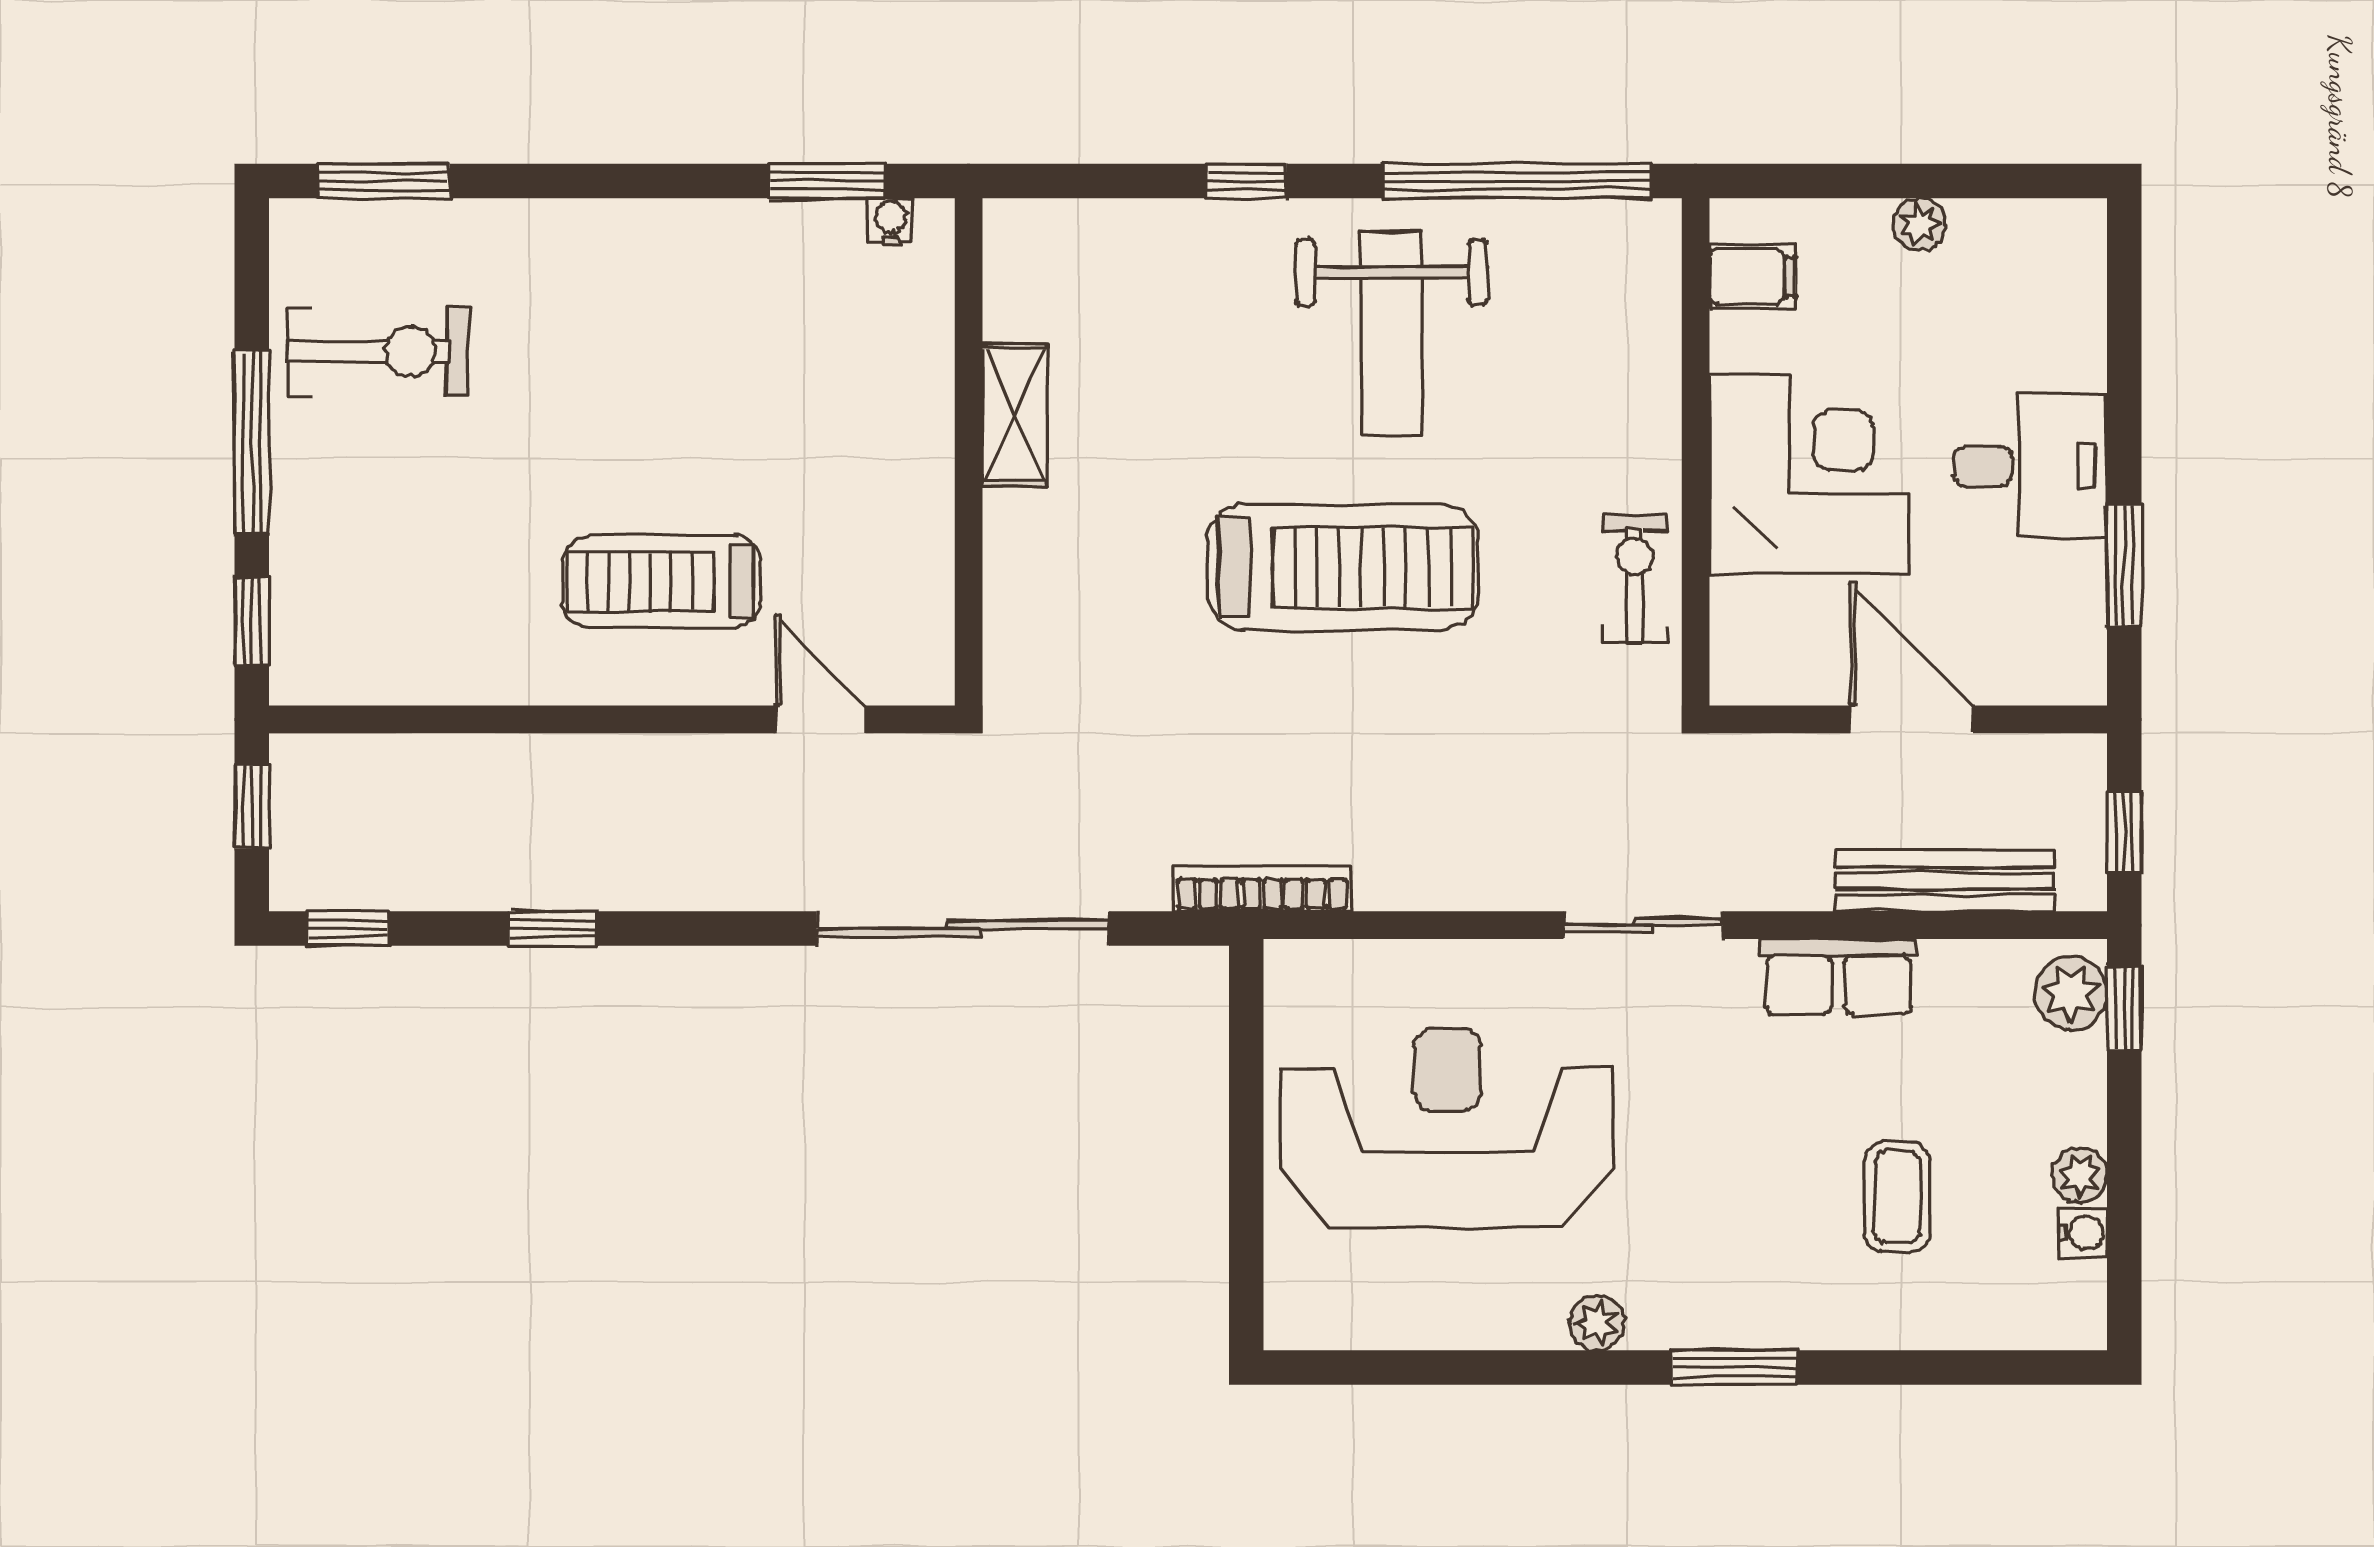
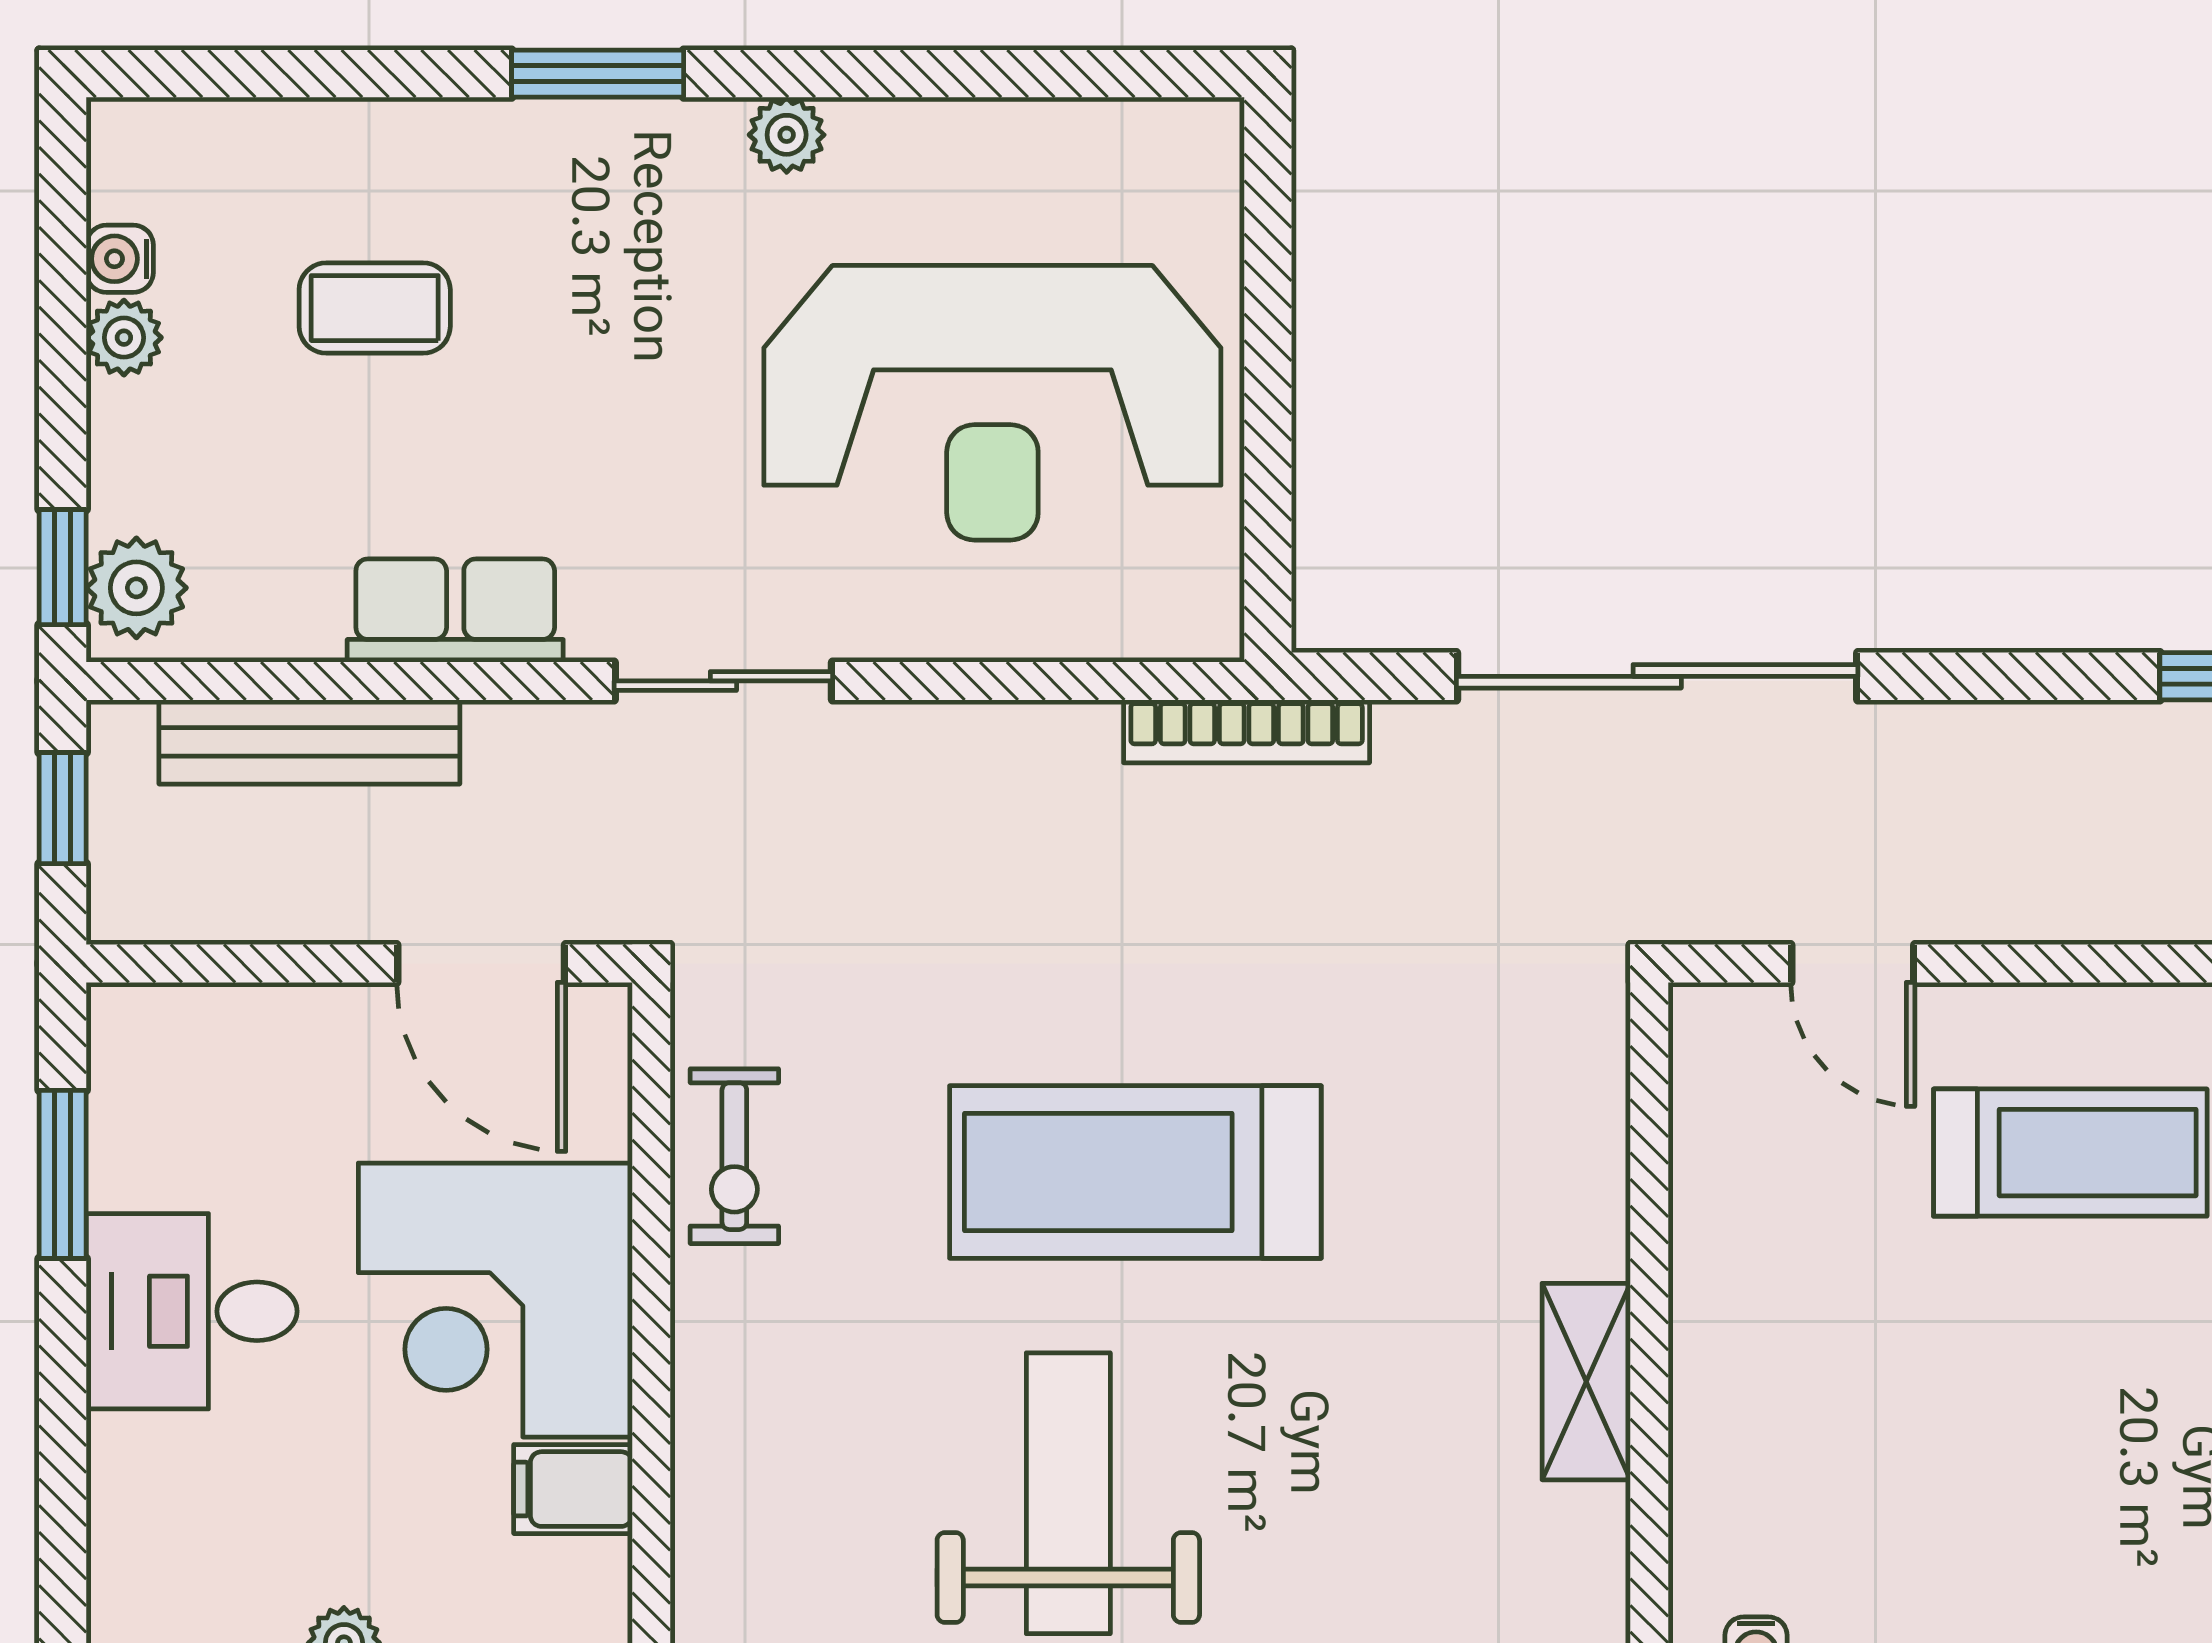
filing cabinet: (1753, 276) -> (573, 1489), moved
door: (1912, 719) -> (481, 963), moved
coffee table: (1897, 1197) -> (375, 308), turned 90

